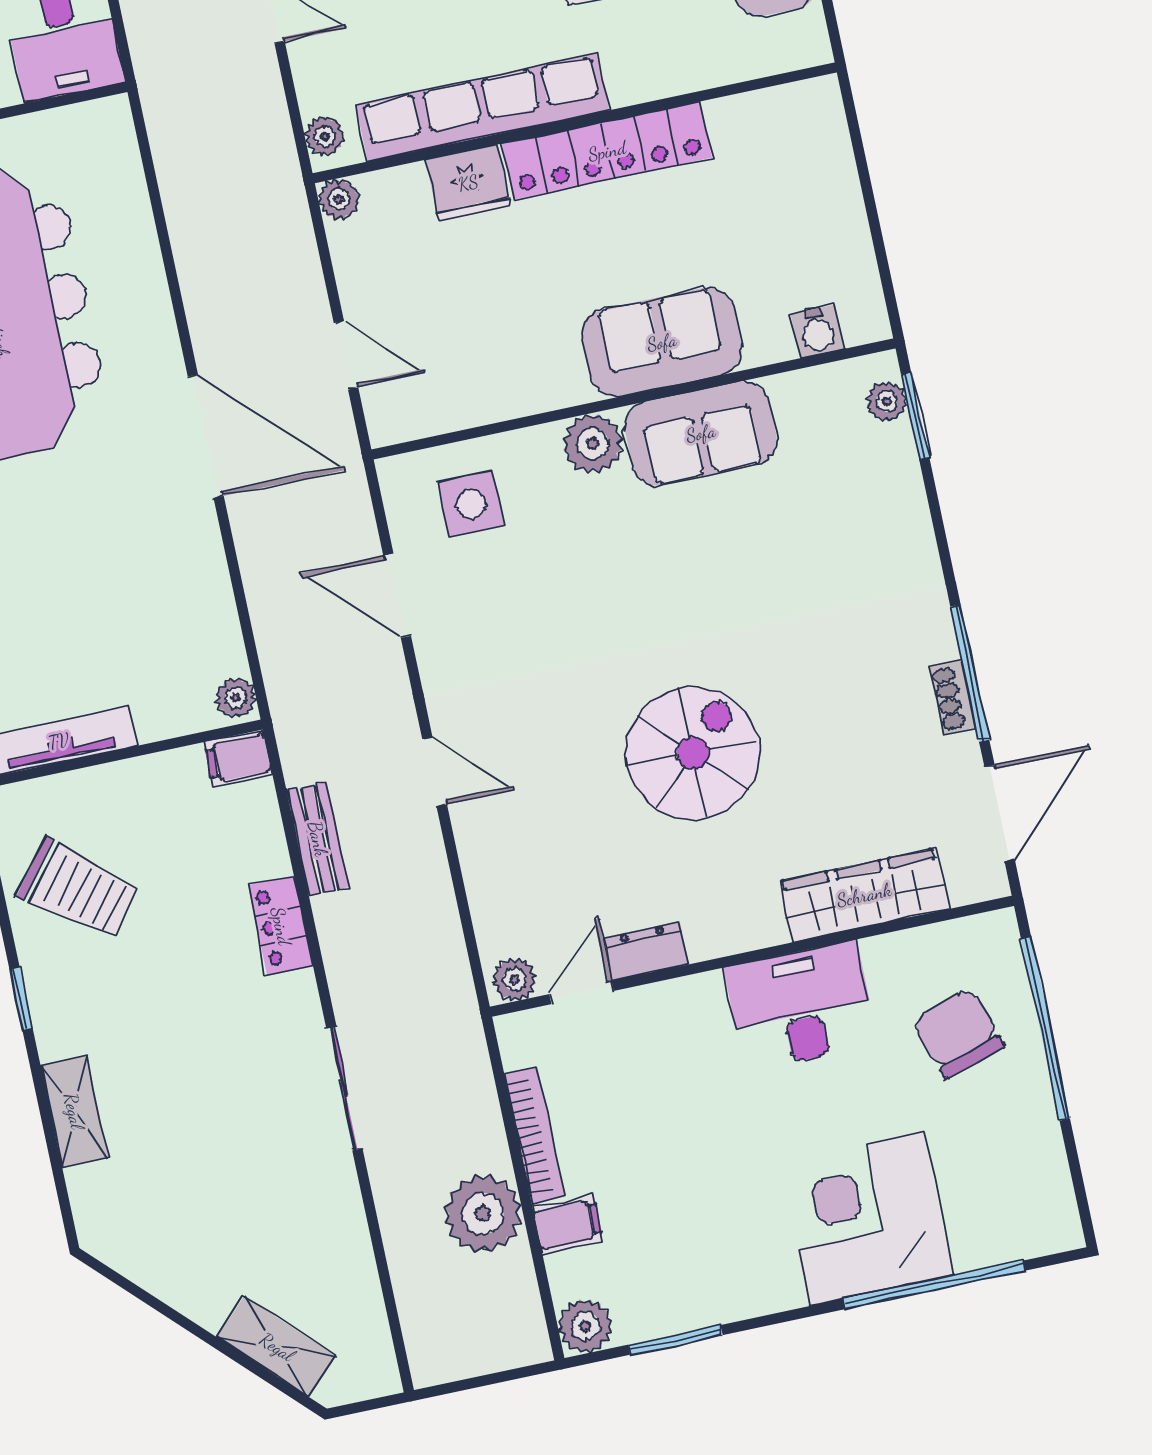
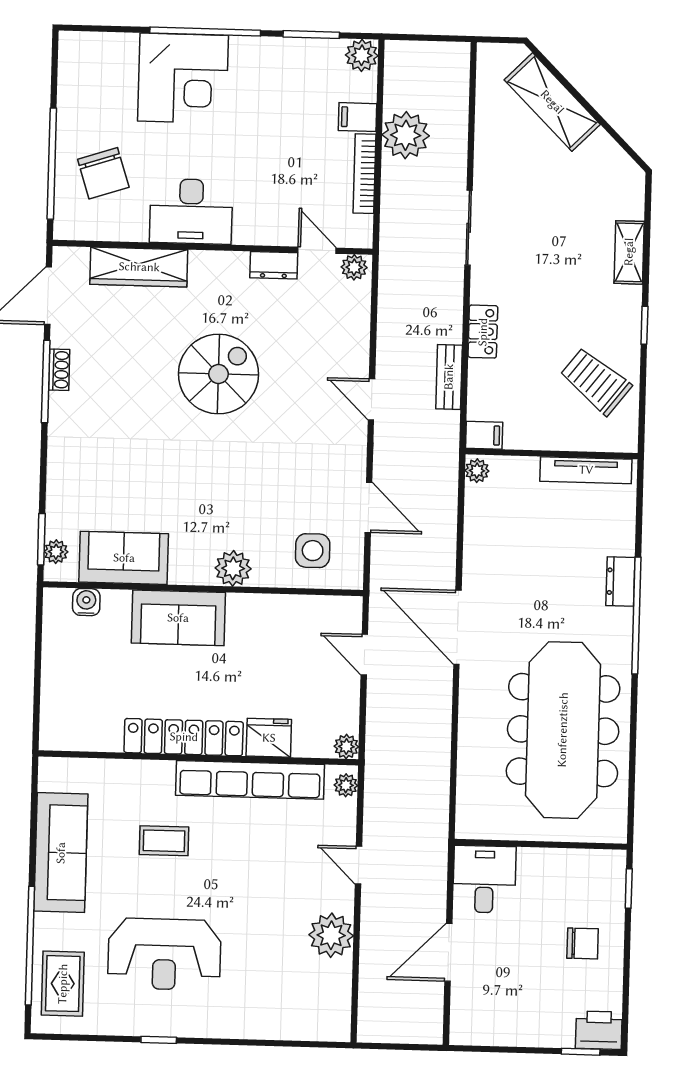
sofa: (701, 433) -> (124, 558), moved
spiral stairs: (693, 753) -> (218, 374), turned 180
door: (581, 993) -> (317, 250), swing flipped
window: (934, 1285) -> (205, 32), moved
shelving: (277, 1347) -> (552, 102), width x1.50, depth x1.33

